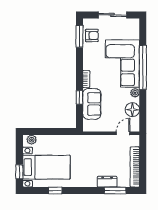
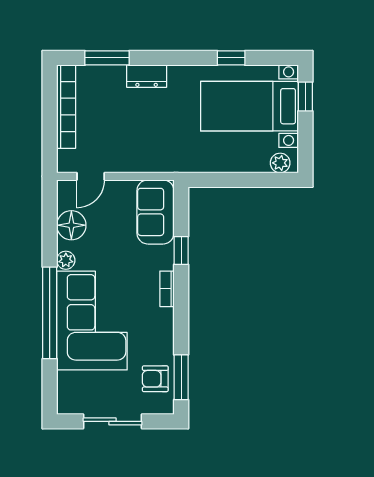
sofa: (92, 104) -> (155, 212), moved
dresser: (107, 182) -> (147, 76), moved

